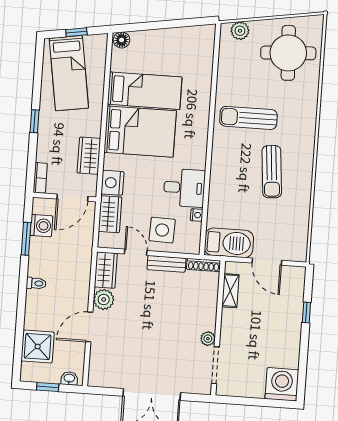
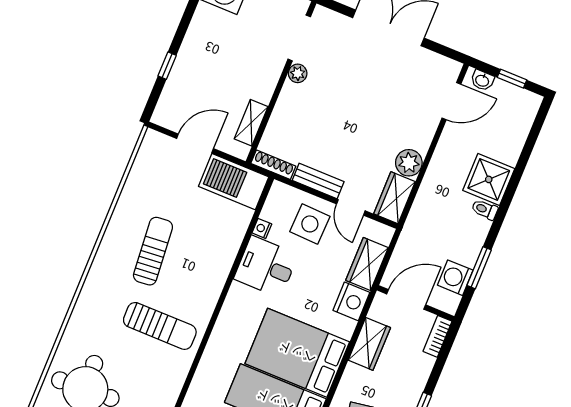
door: (267, 262) -> (195, 143), hinge flipped
door: (89, 327) -> (451, 101), moved
shower: (38, 347) -> (489, 179), moved

